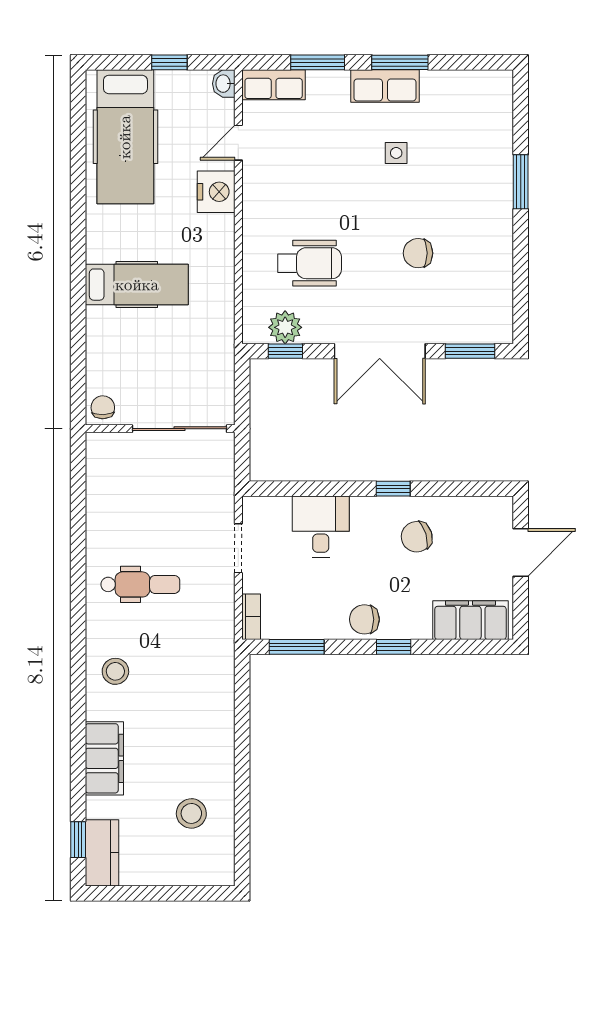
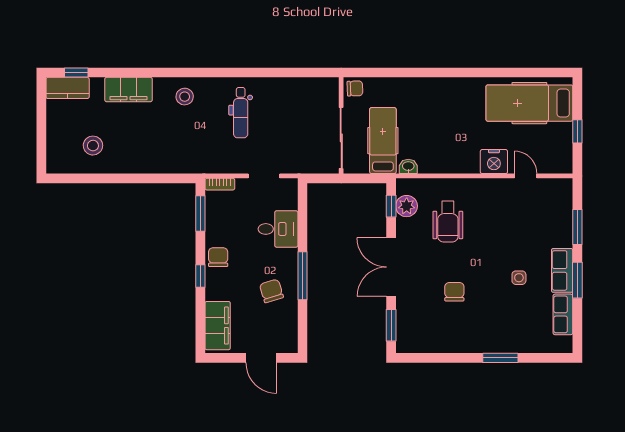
washbasin: (224, 84) -> (408, 166), moved
row of seats: (274, 85) -> (563, 314), moved
hospital bed: (137, 285) -> (383, 141), moved, turned 180
window: (393, 489) -> (302, 276), width x2.17

